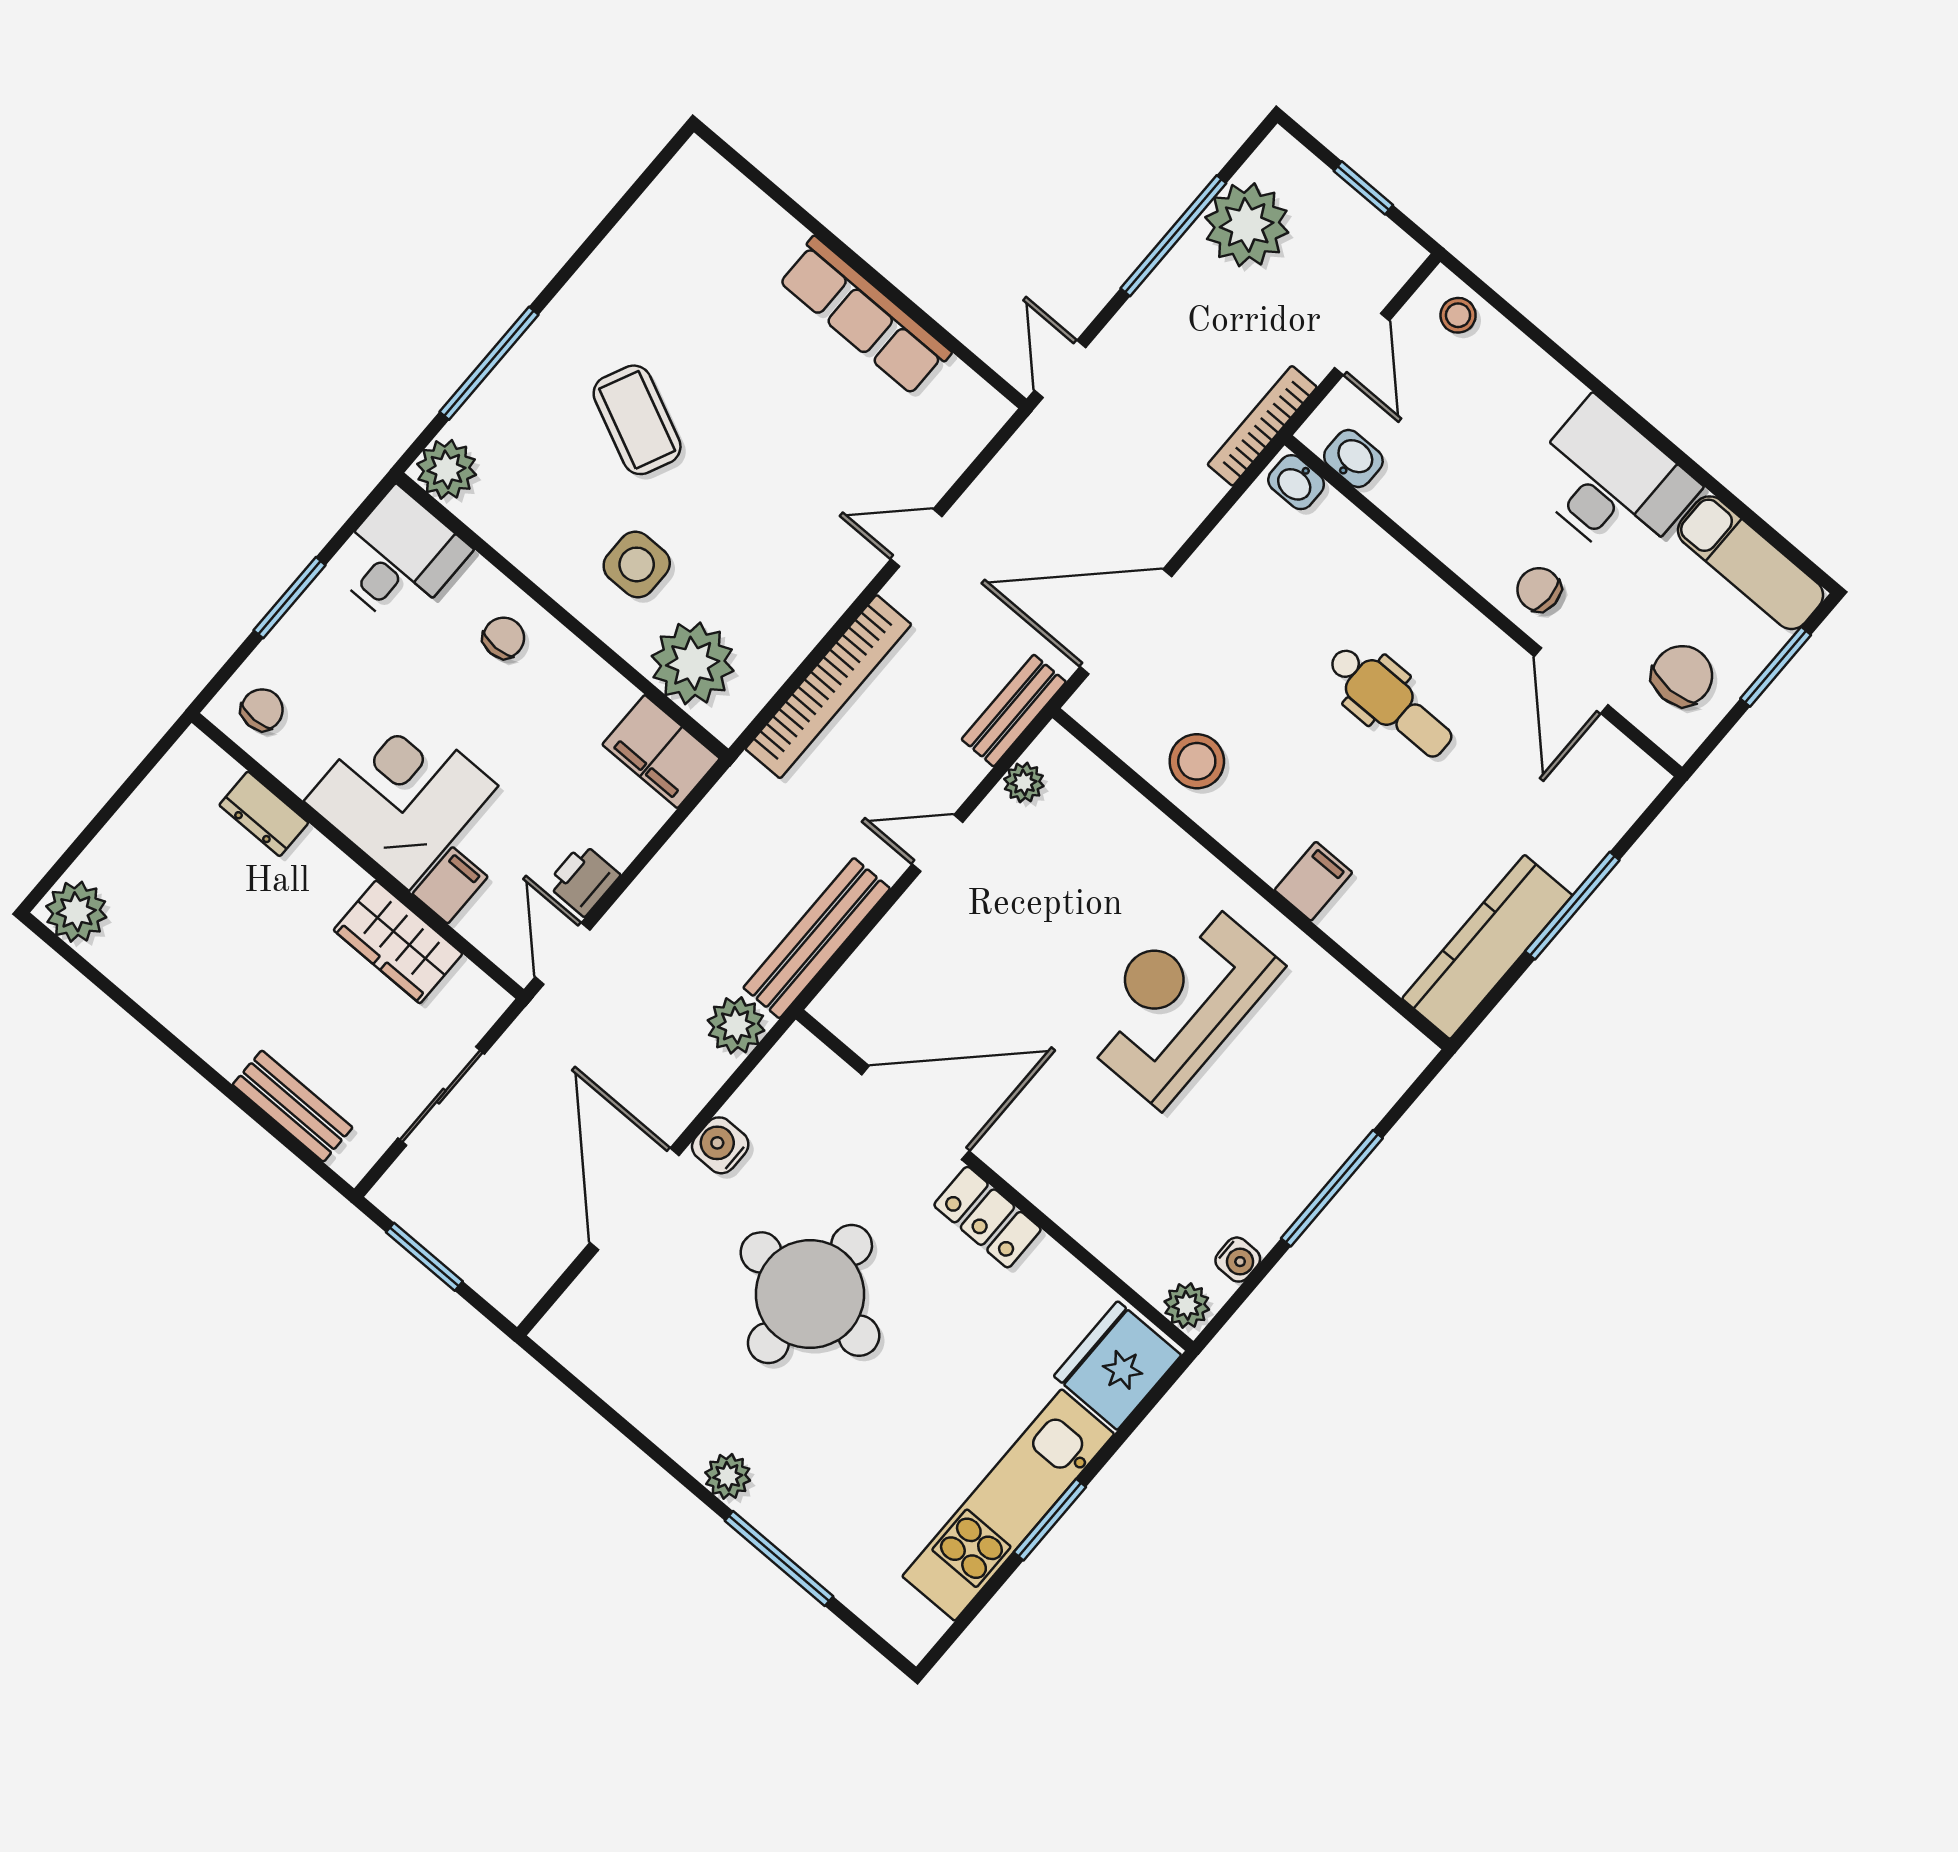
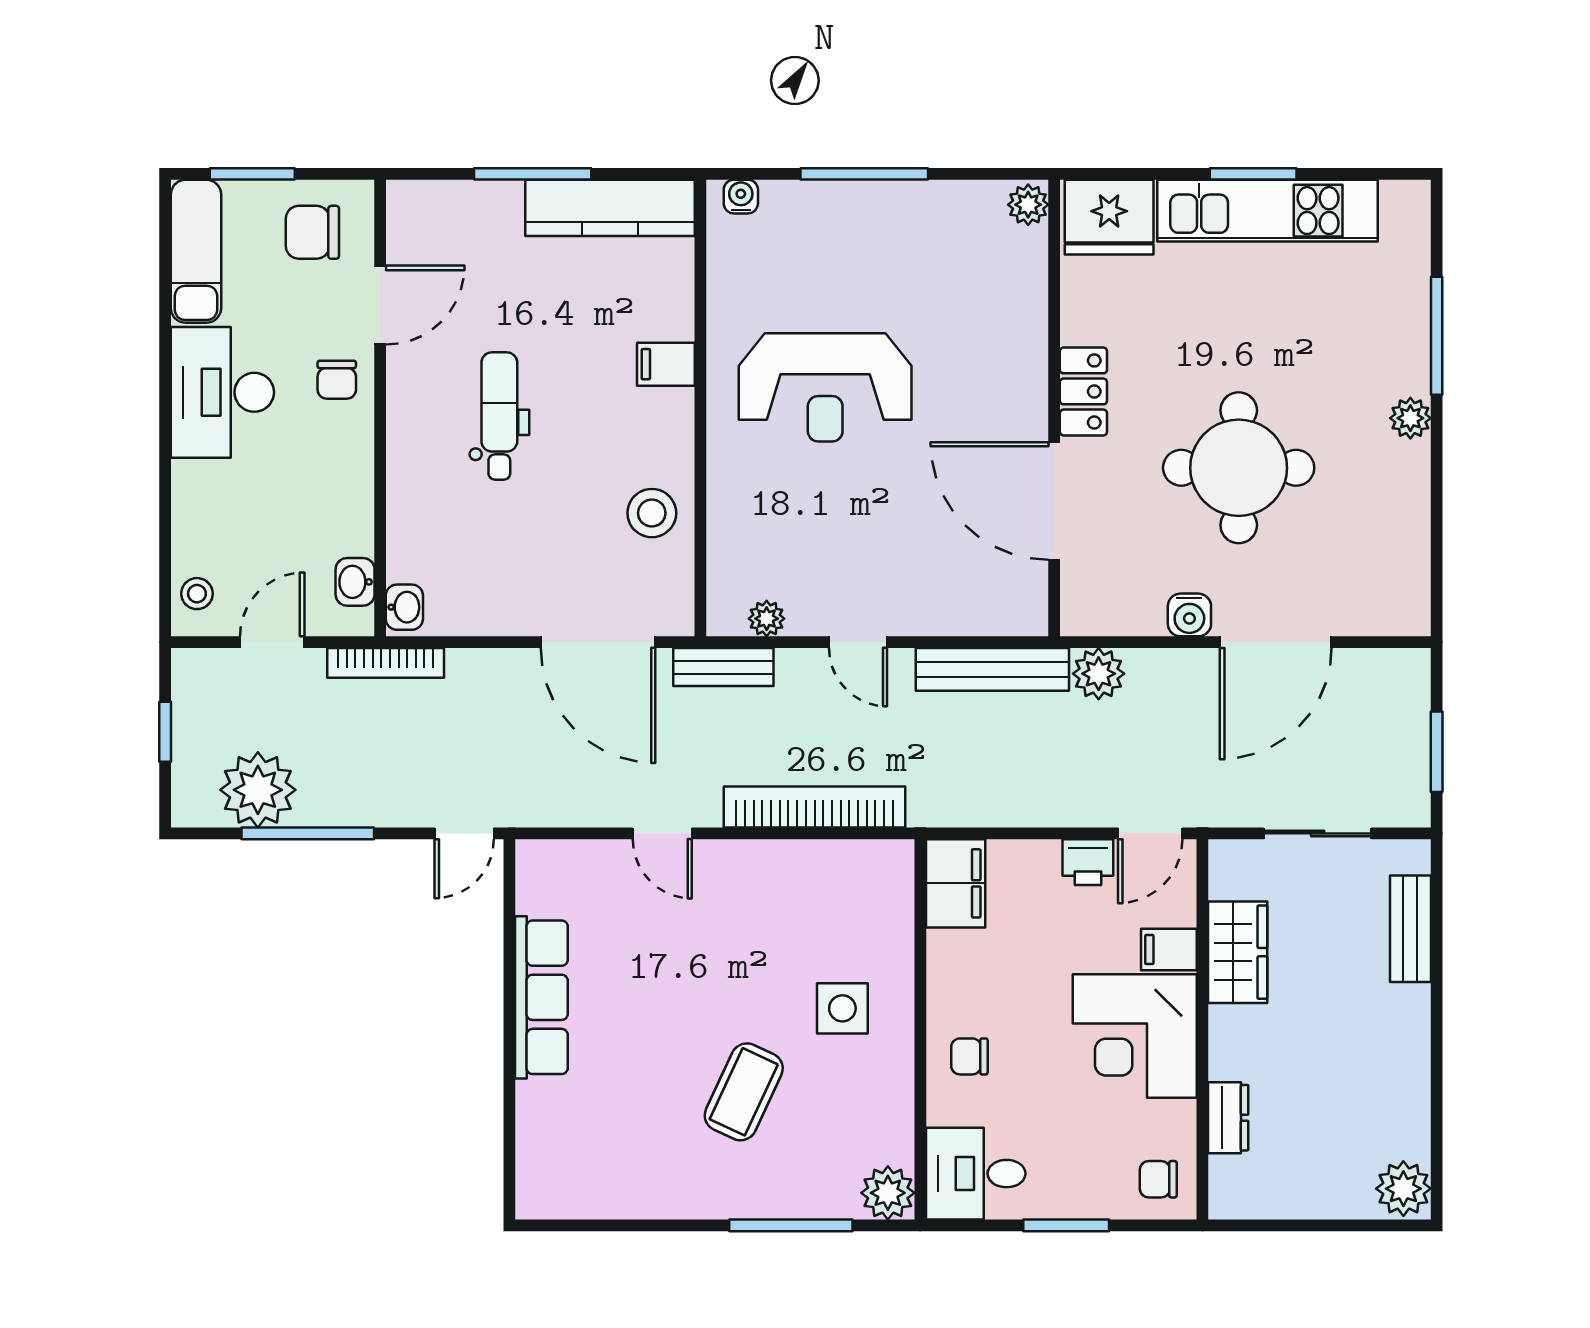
plant: (693, 663) -> (877, 913), removed
water cooler: (1238, 1260) -> (741, 197), moved

